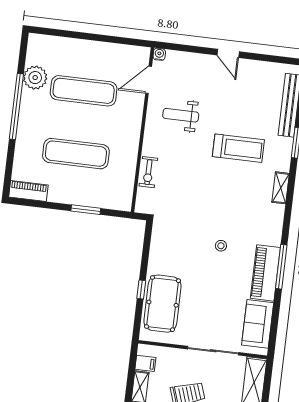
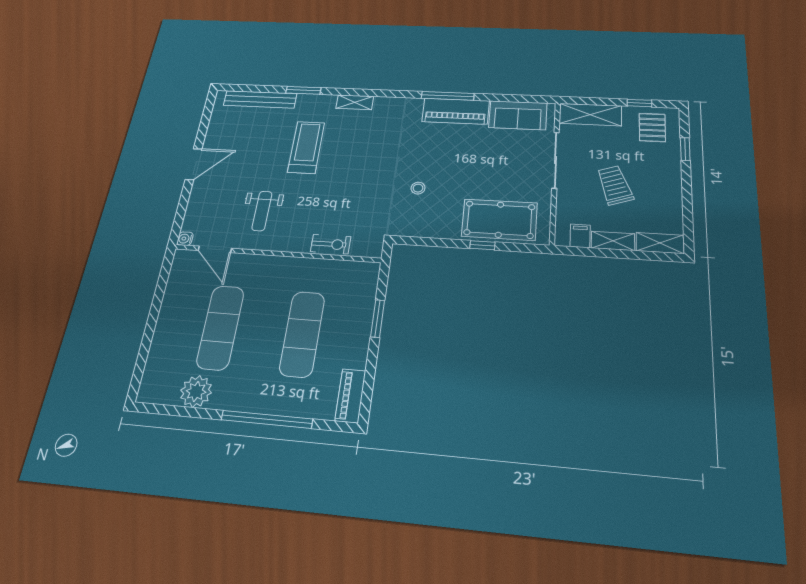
door: (228, 53) -> (194, 164), width x1.38
window: (16, 107) -> (267, 419), moved
stool: (221, 246) -> (418, 188), moved

